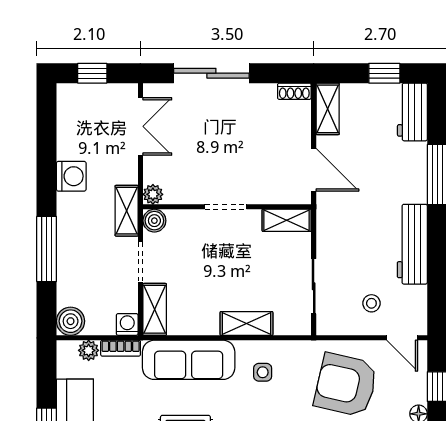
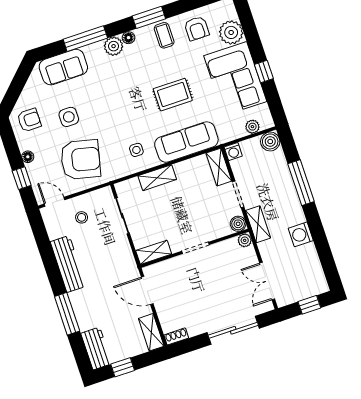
bookcase: (121, 348) -> (232, 135), removed

